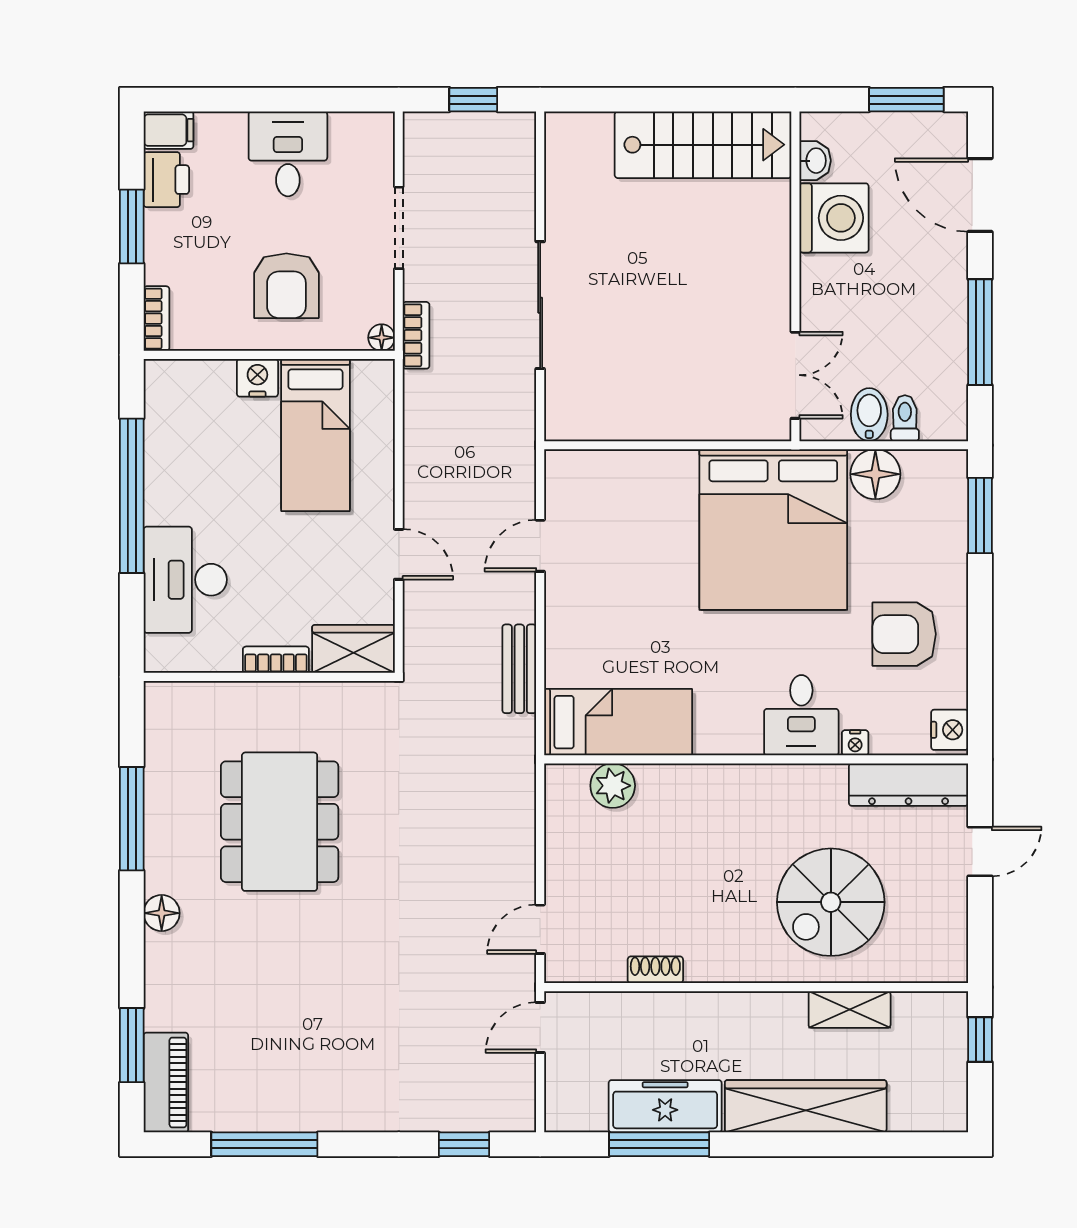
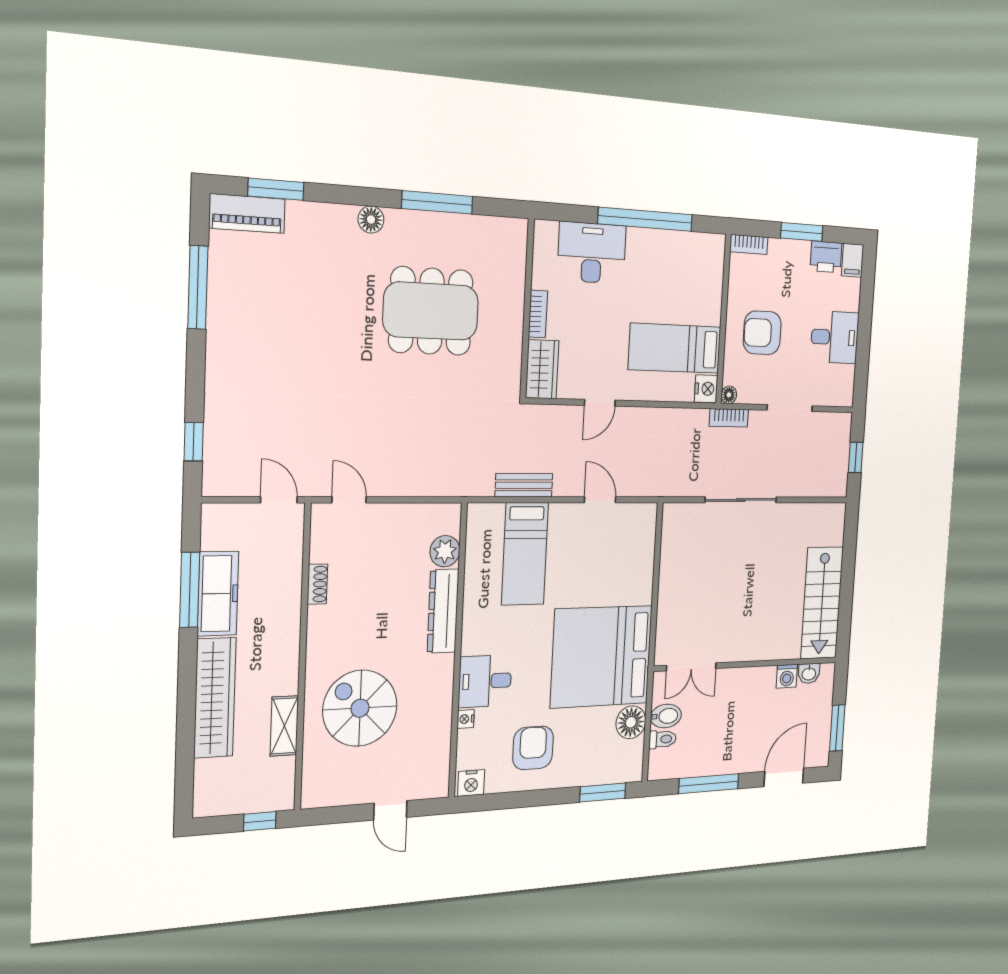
washing machine: (834, 218) -> (787, 676), width x0.53, depth x0.53
nightstand: (257, 378) -> (706, 389), moved
bed: (618, 722) -> (525, 554), moved
dresser: (909, 785) -> (443, 611), moved

